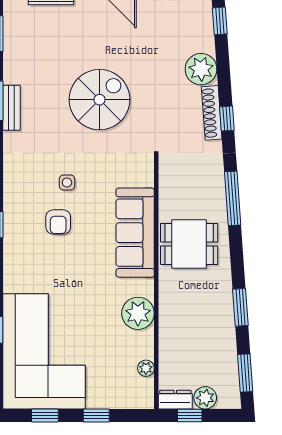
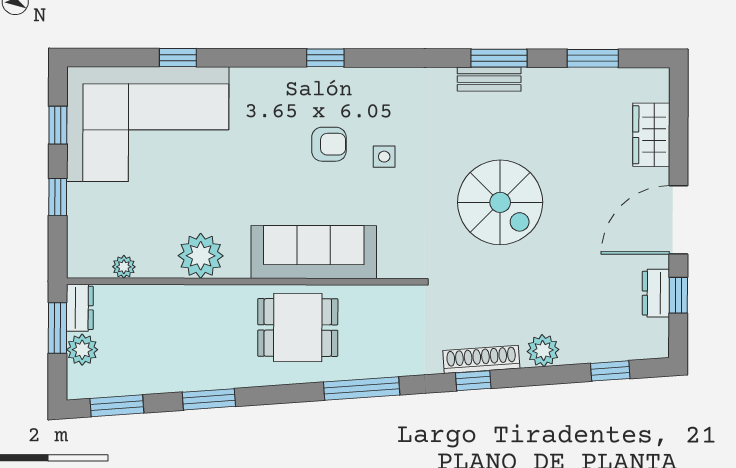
plant: (201, 69) -> (543, 350), width x0.73, depth x0.73
armchair: (58, 222) -> (329, 144), turned 180
dining table: (189, 244) -> (298, 327), turned 90
window: (190, 415) -> (57, 328), width x1.50

